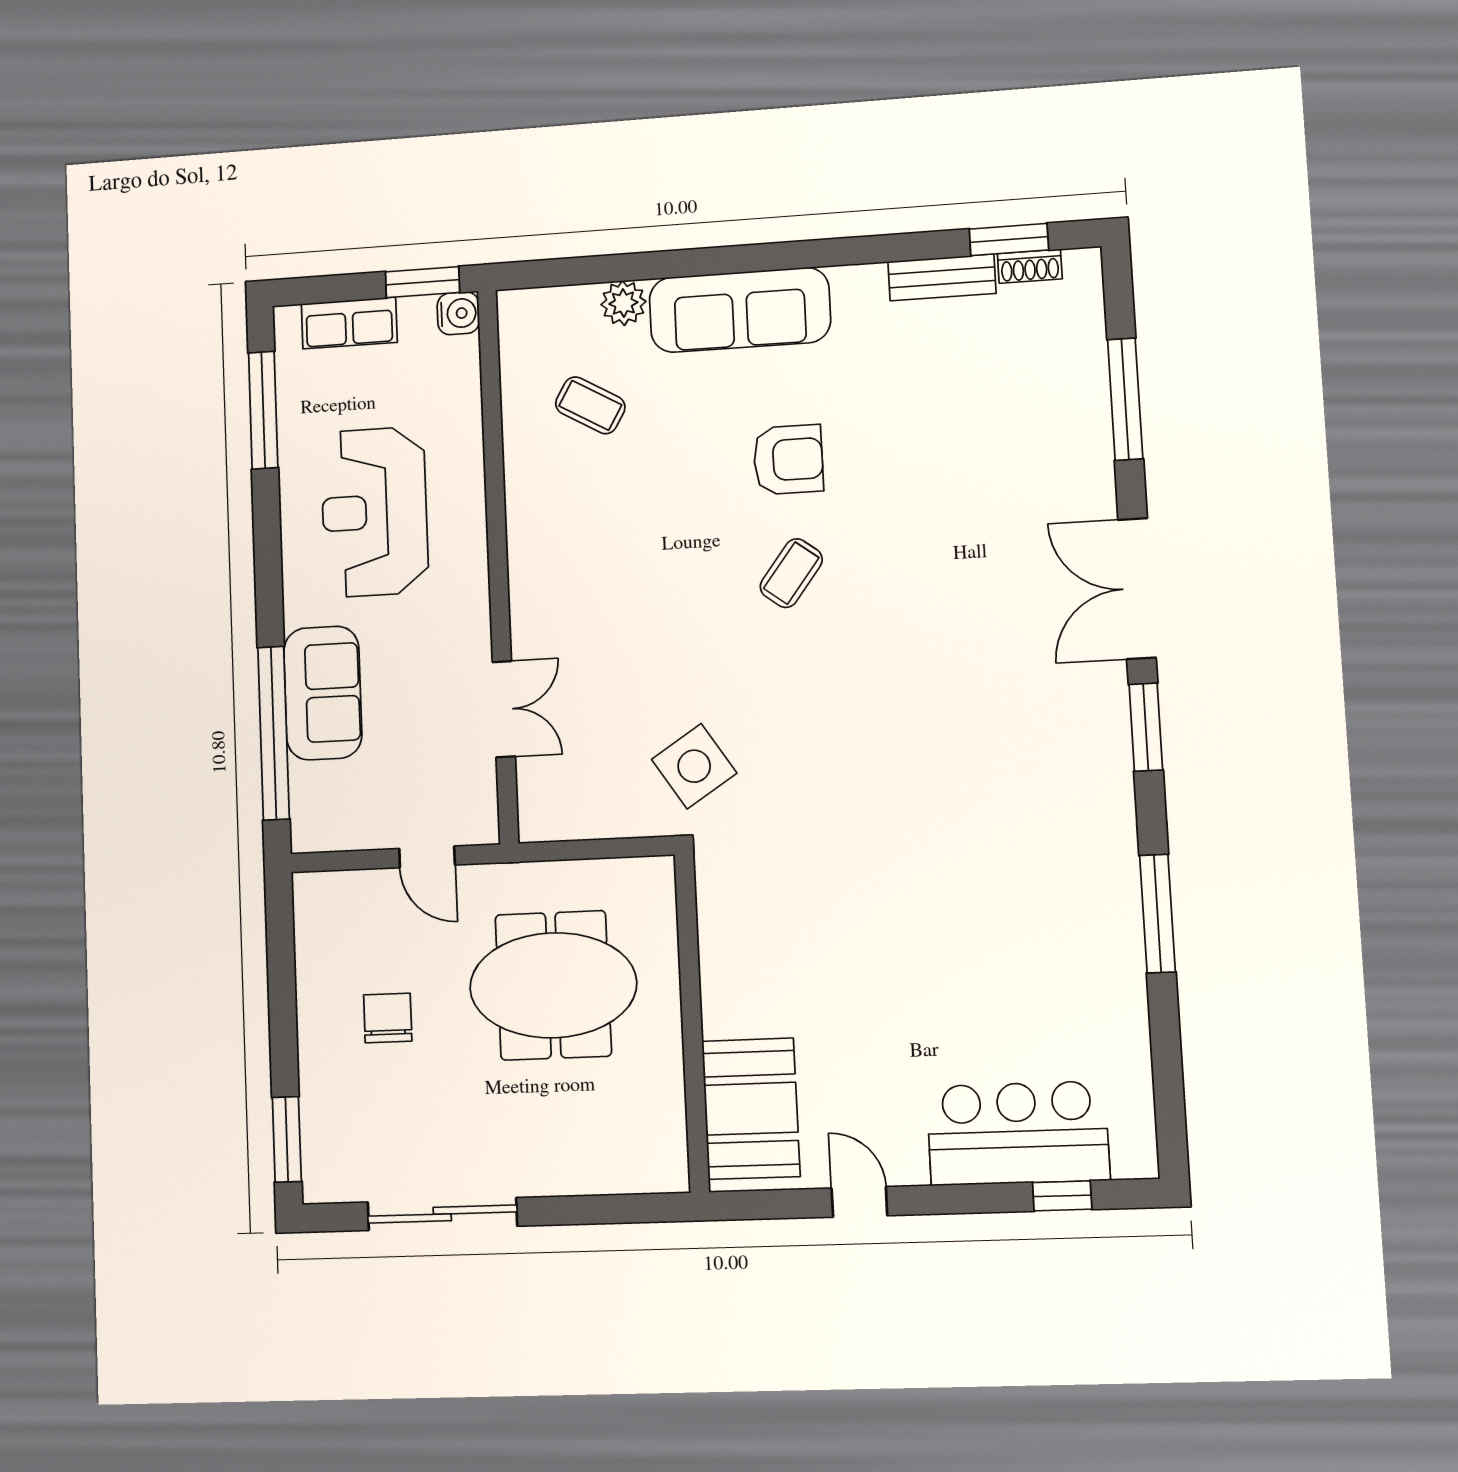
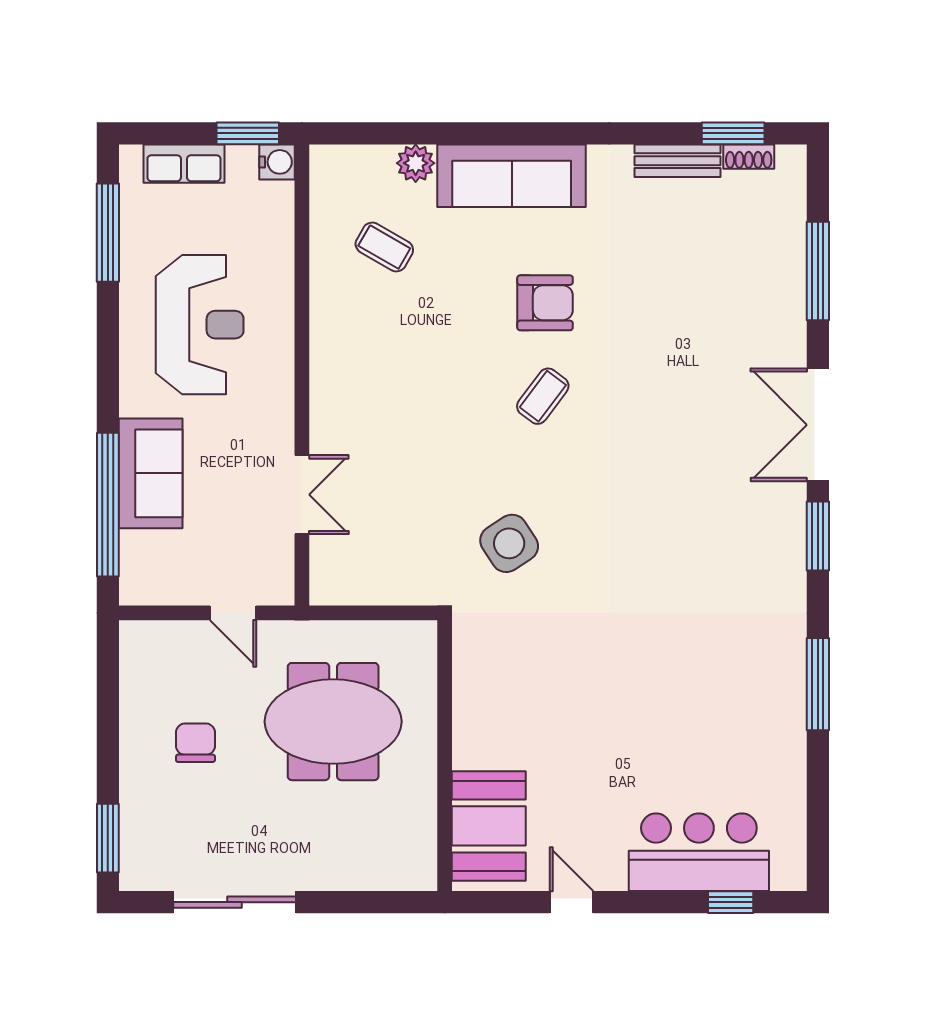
reception desk: (374, 512) -> (200, 325), turned 180
side table: (694, 766) -> (509, 543), moved

